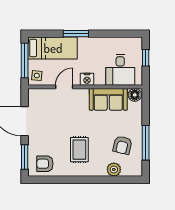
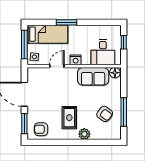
armchair: (122, 145) -> (105, 114), turned -66
plant: (114, 169) -> (84, 134), moved

